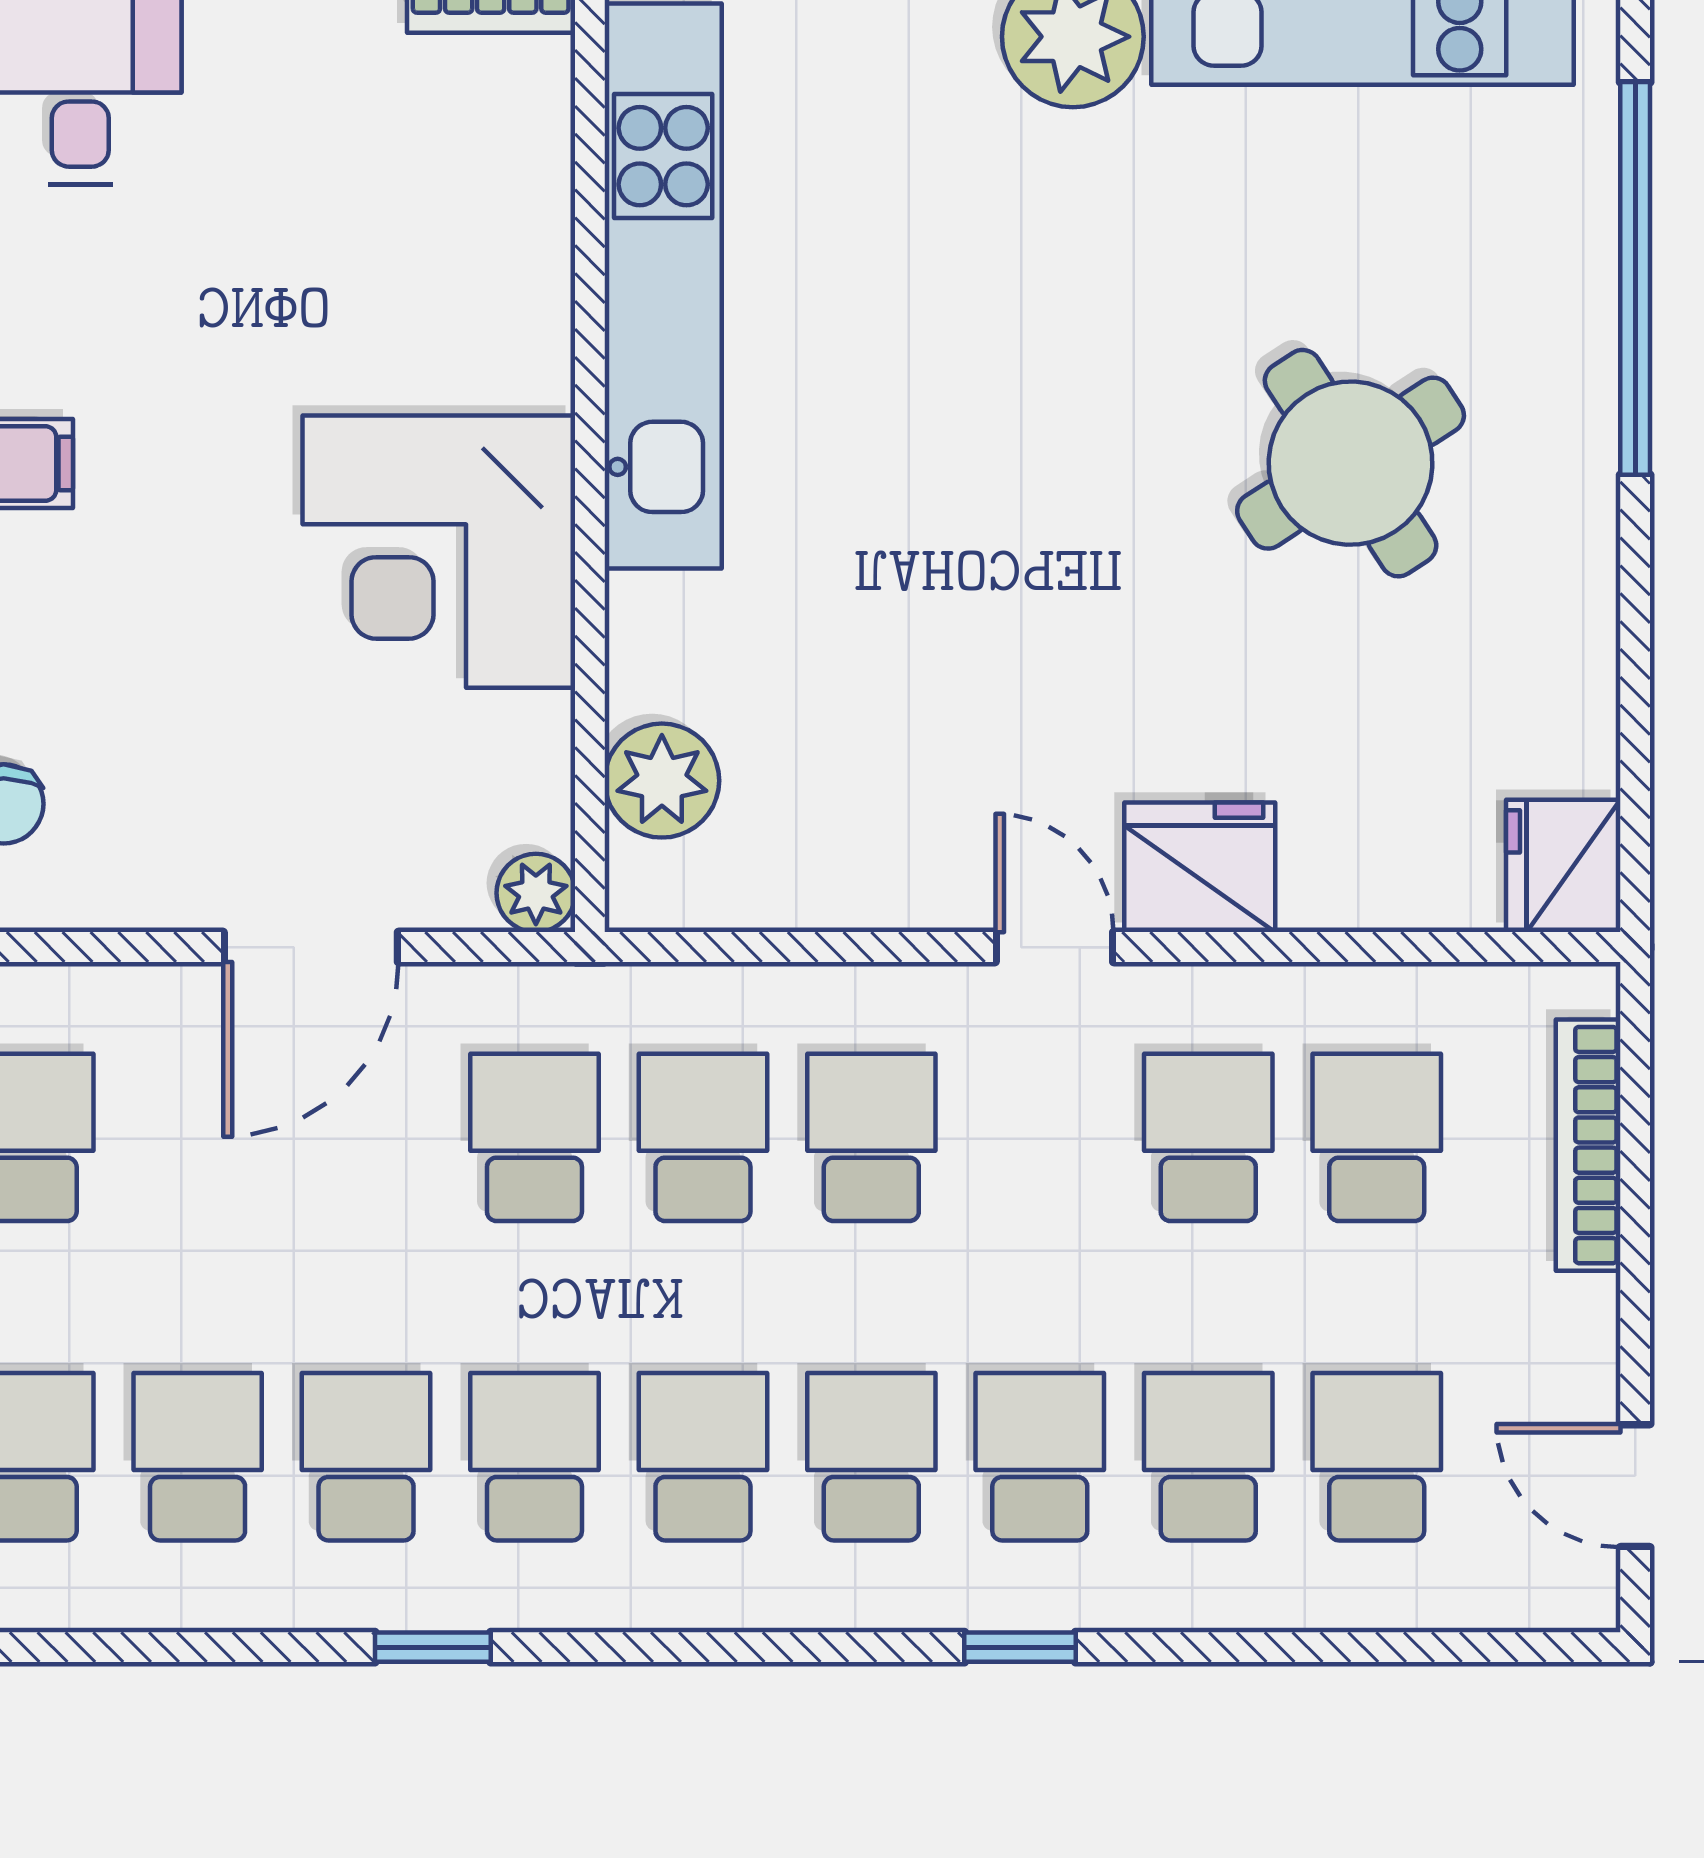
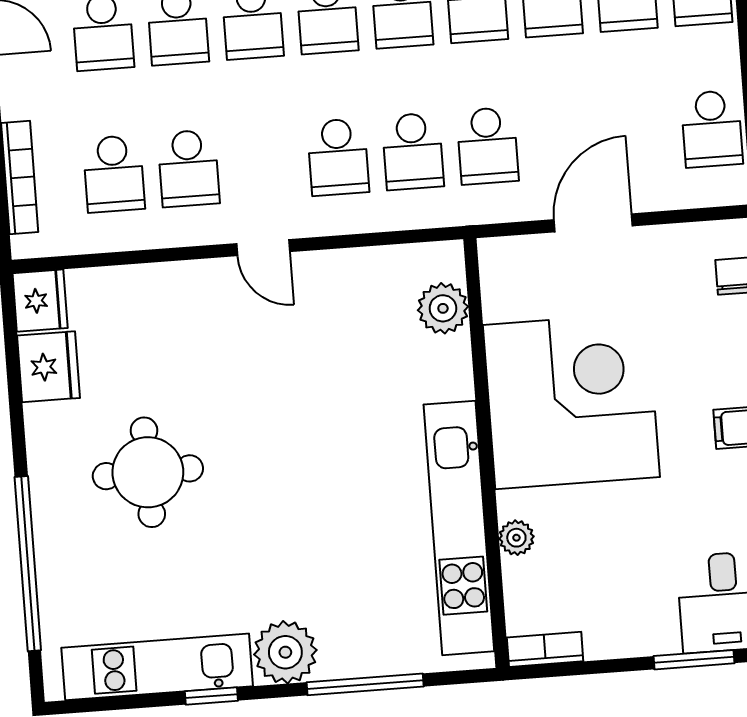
round table: (1351, 463) -> (148, 472), turned 32
corner desk: (439, 552) -> (571, 401), width x1.36, depth x1.36
fridge: (1200, 867) -> (49, 367), moved, turned -90
plant: (536, 893) -> (516, 538), moved

